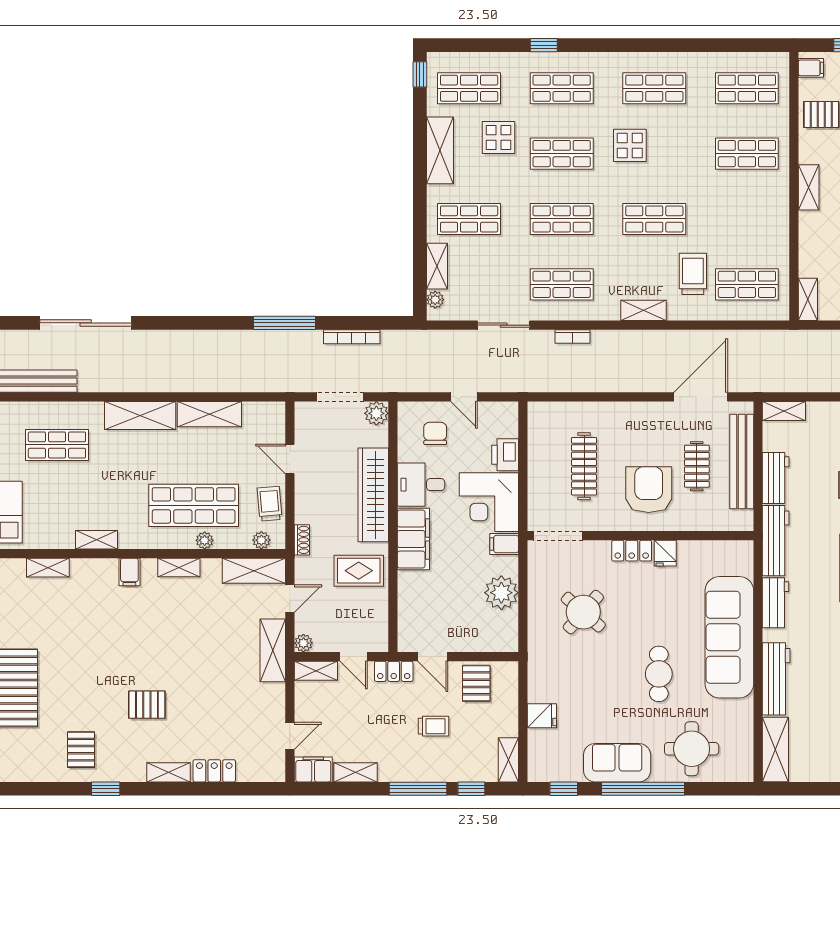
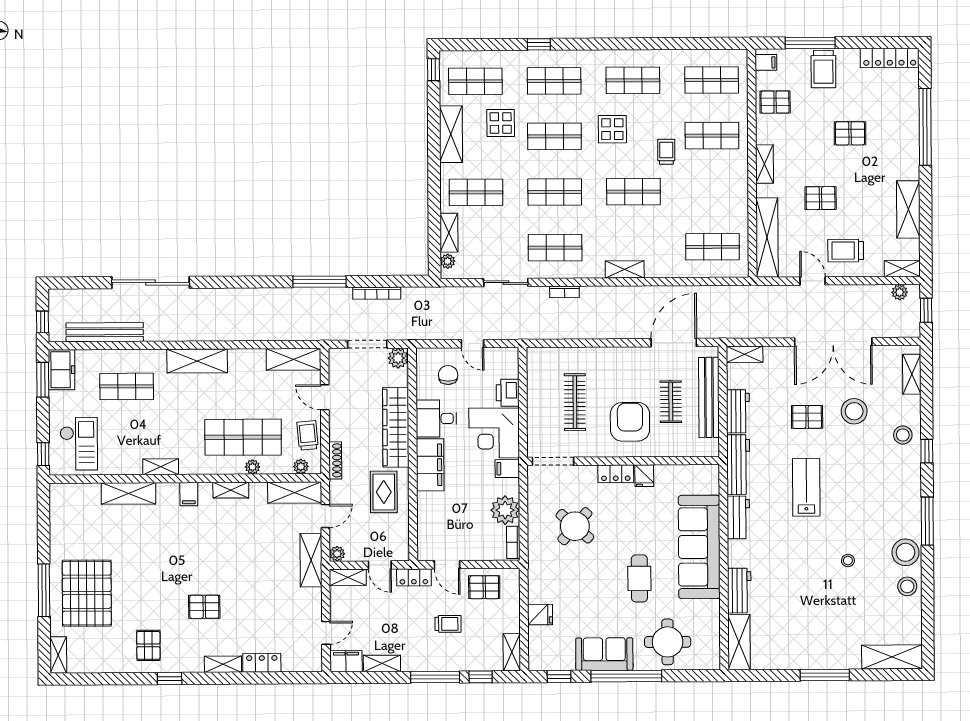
trolley: (693, 274) -> (666, 152), moved, width x0.73, depth x0.72
shelving: (808, 299) -> (767, 238), width x2.20, depth x1.33
shelving: (209, 414) -> (294, 359), moved
shoe rack: (302, 540) -> (335, 460), width x1.43
shelving: (48, 568) -> (129, 493), width x1.50, depth x1.33
rug: (359, 571) -> (384, 492), turned 90
bookcase: (511, 631) -> (513, 542), added
workbench: (776, 679) -> (739, 591), width x0.73
pallet: (476, 683) -> (484, 587), turned 90

